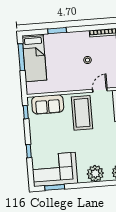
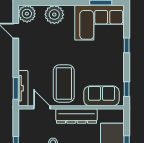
dresser: (68, 85) -> (76, 116), added
door: (100, 90) -> (42, 107), swing flipped

